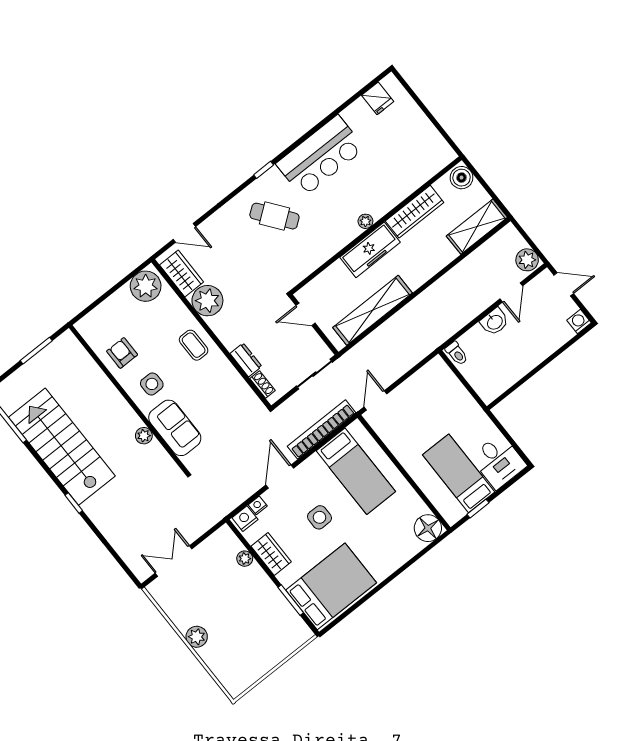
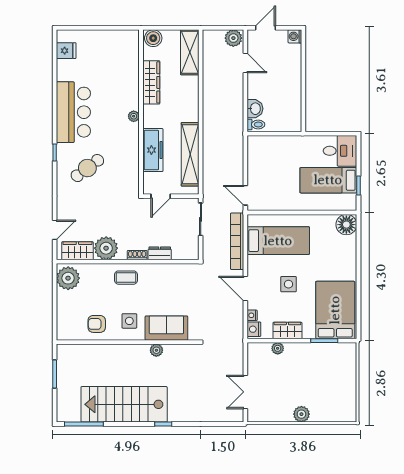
freezer: (370, 250) -> (153, 150), moved
washbasin: (494, 322) -> (255, 109), moved
shoe rack: (263, 384) -> (137, 255), moved

